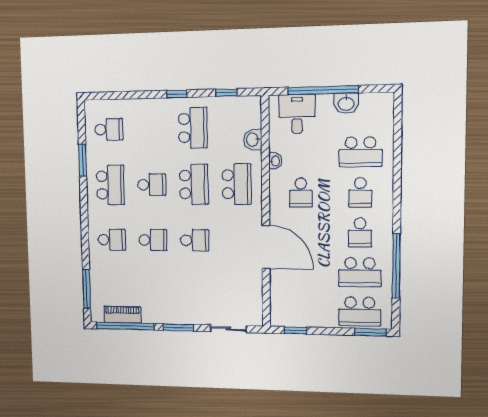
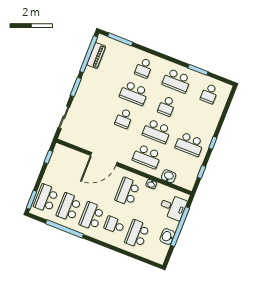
school desk: (301, 193) -> (127, 192), width x1.85
school desk: (360, 232) -> (92, 216), width x1.85
school desk: (153, 240) -> (134, 93), width x1.85

